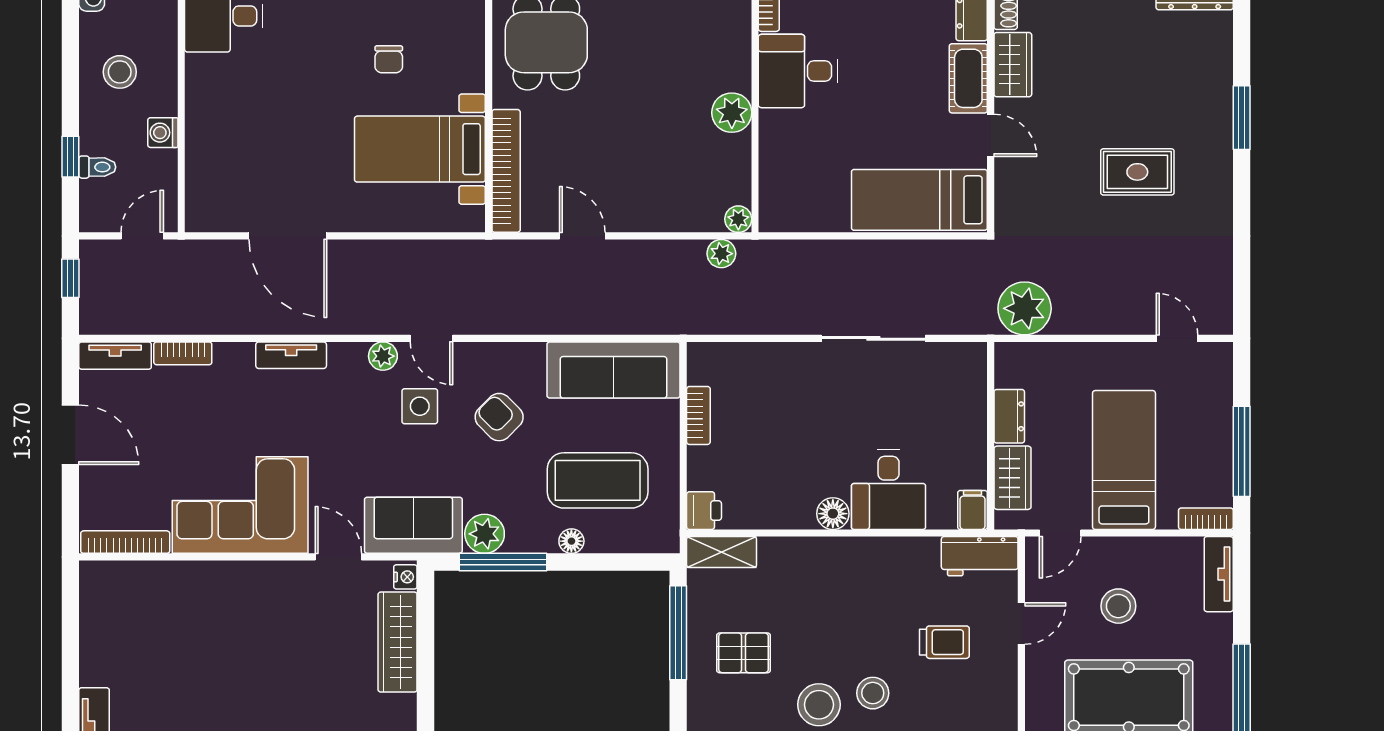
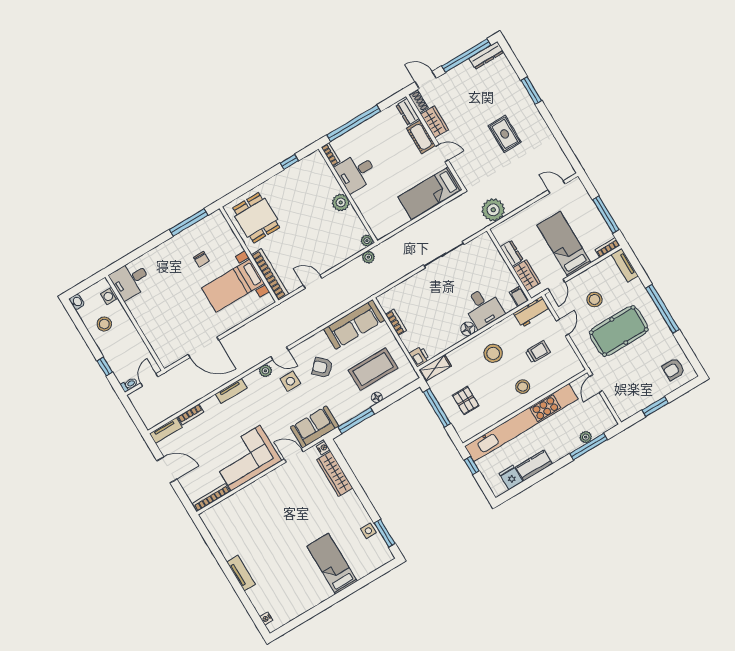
washing machine: (163, 133) -> (109, 296), moved
toilet: (97, 167) -> (129, 384), moved
rug: (1137, 172) -> (505, 134), turned 90
window: (70, 278) -> (132, 412), removed
plant: (485, 534) -> (343, 414), removed
pallet: (744, 653) -> (466, 401), turned 90
stool: (819, 705) -> (493, 353), moved

